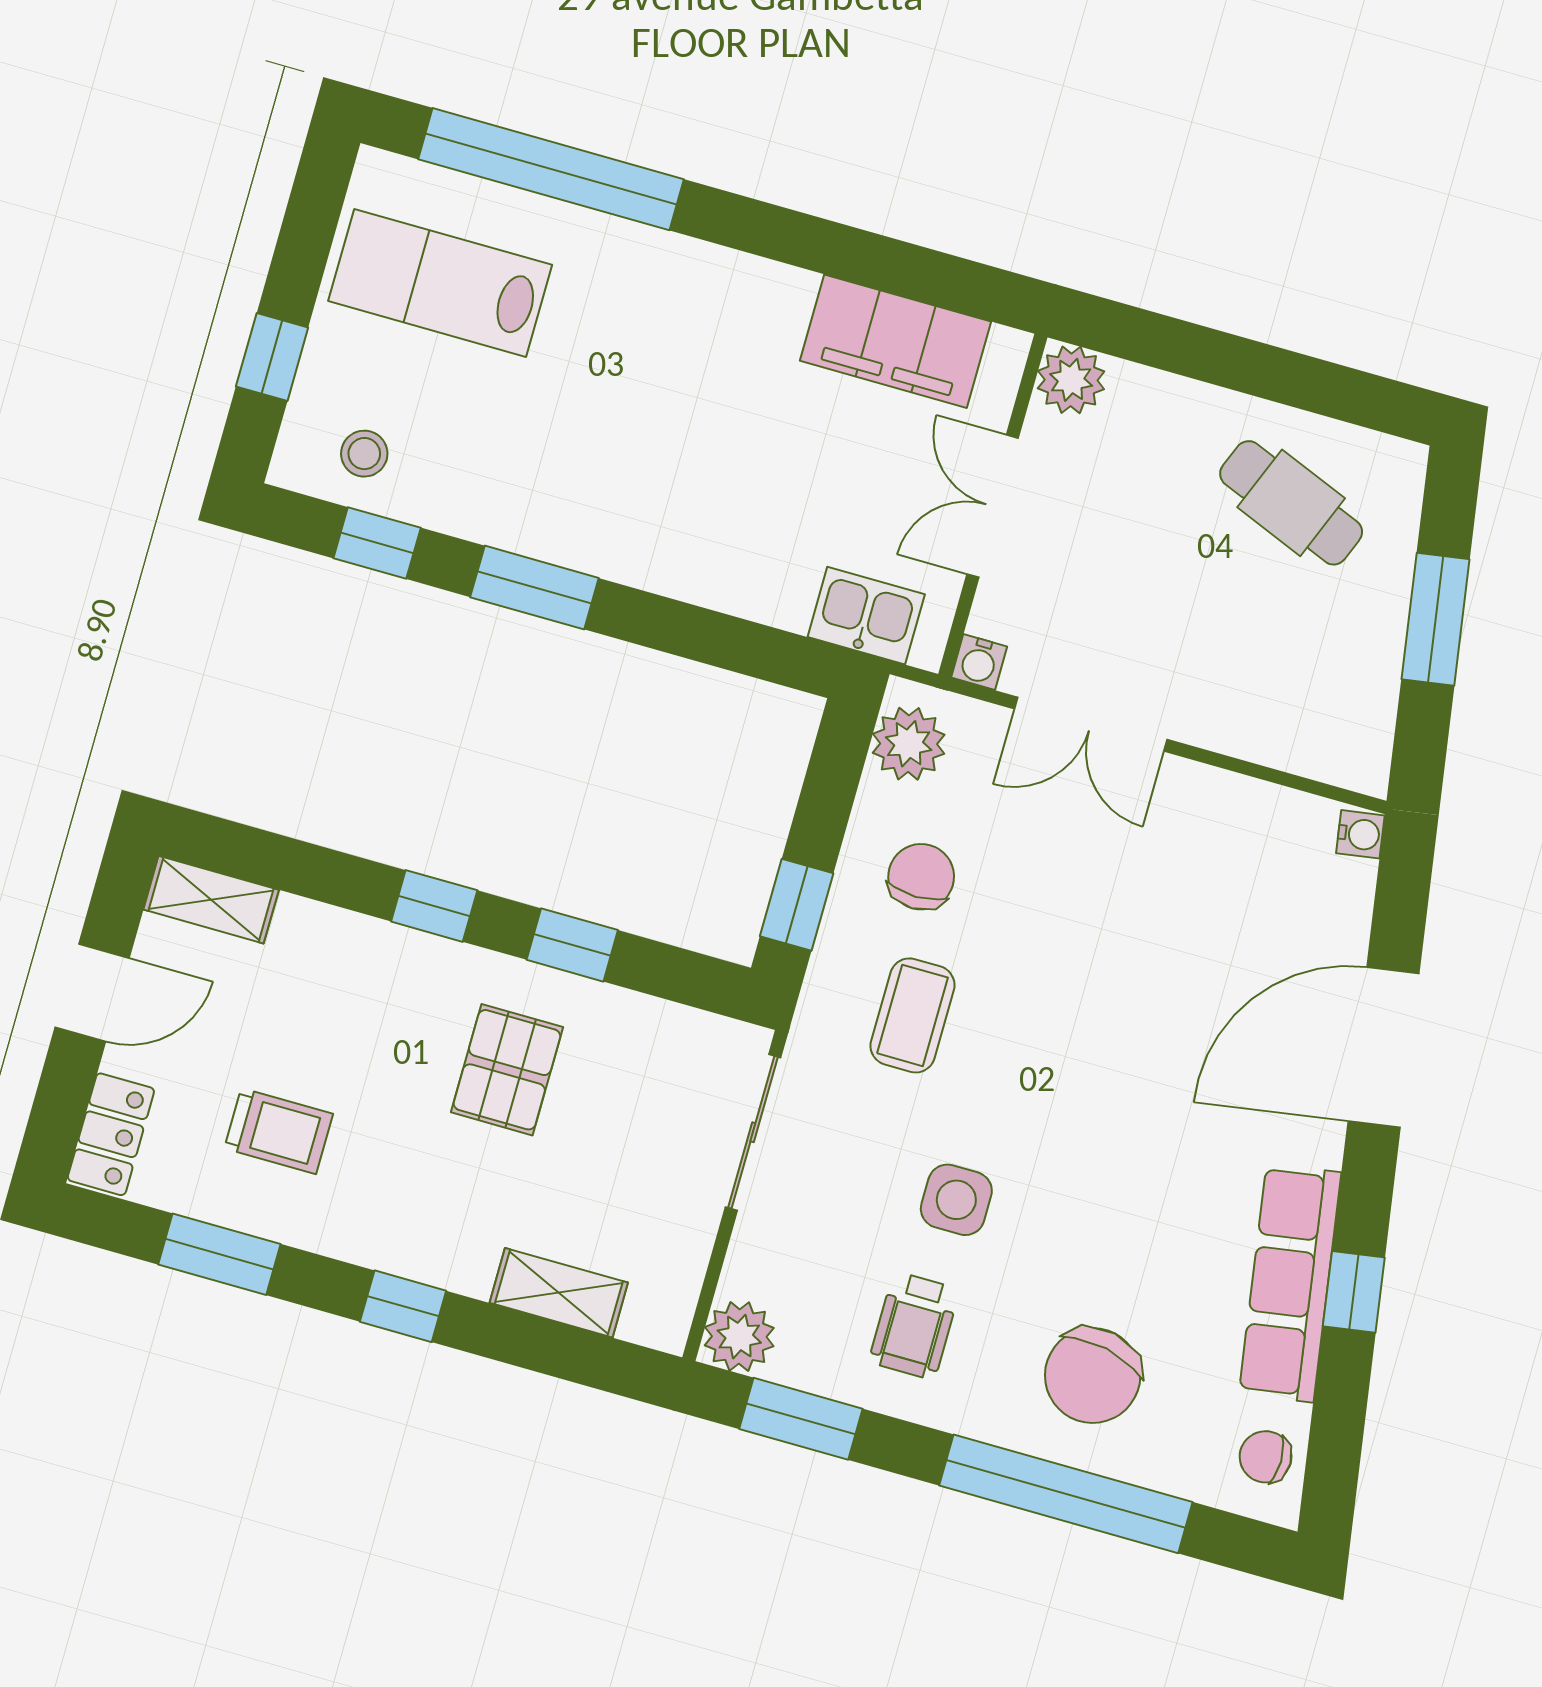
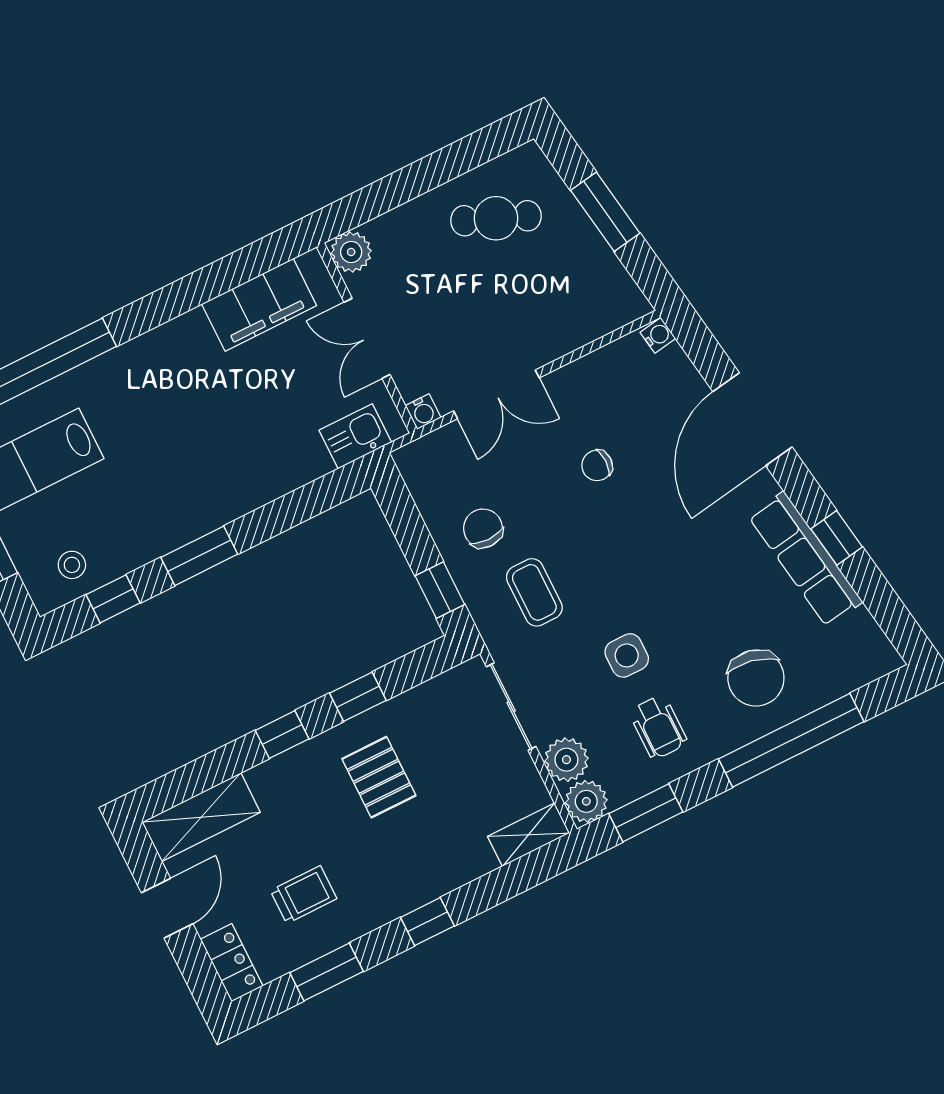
plant: (909, 744) -> (566, 760), moved
shelving: (211, 900) -> (201, 817), width x1.50, depth x1.33
shelving: (559, 1293) -> (529, 835), moved
chair: (1266, 1457) -> (597, 465), moved

